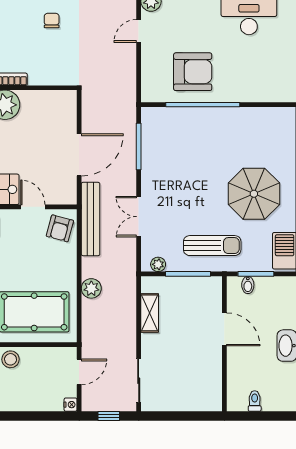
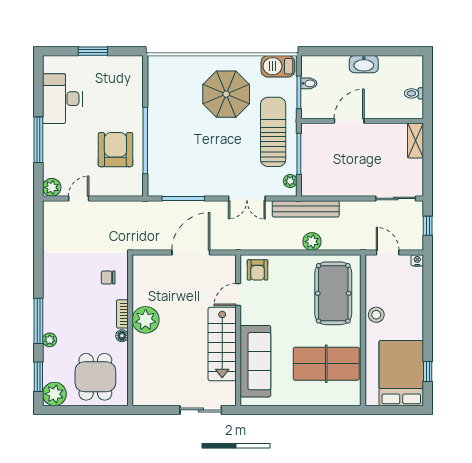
chair: (52, 21) -> (108, 278), moved
door: (139, 31) -> (79, 198), swing flipped
door: (79, 155) -> (191, 253), hinge flipped
bench: (91, 219) -> (306, 209), moved
armchair: (60, 228) -> (258, 270), turned 75
sun lounger: (212, 246) -> (273, 132), width x1.36, depth x1.34
bidet: (248, 285) -> (309, 83), moved
shelving: (150, 313) -> (416, 140), moved, turned 90

